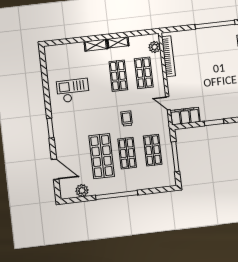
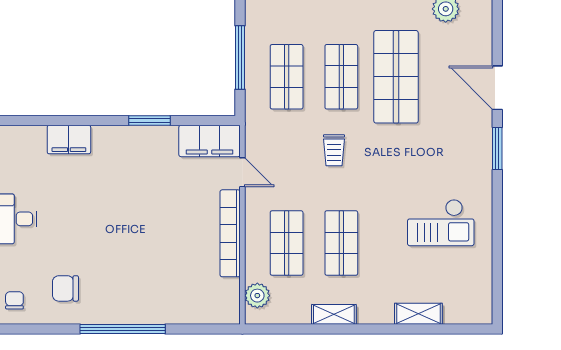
shelving: (96, 45) -> (418, 314), moved
bookcase: (168, 56) -> (230, 233), moved
door: (55, 169) -> (497, 88), moved

